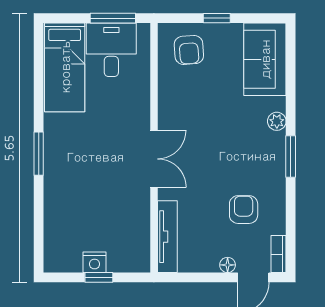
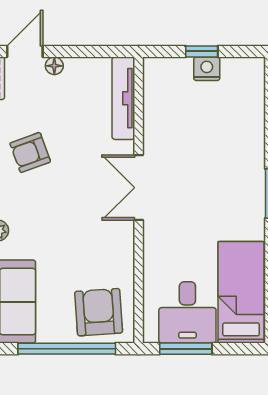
window: (217, 18) -> (67, 349), width x3.17
armchair: (189, 50) -> (99, 312), width x1.38, depth x1.38
armchair: (244, 210) -> (30, 152), moved, turned 70

